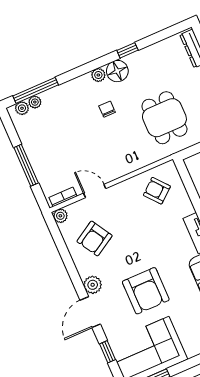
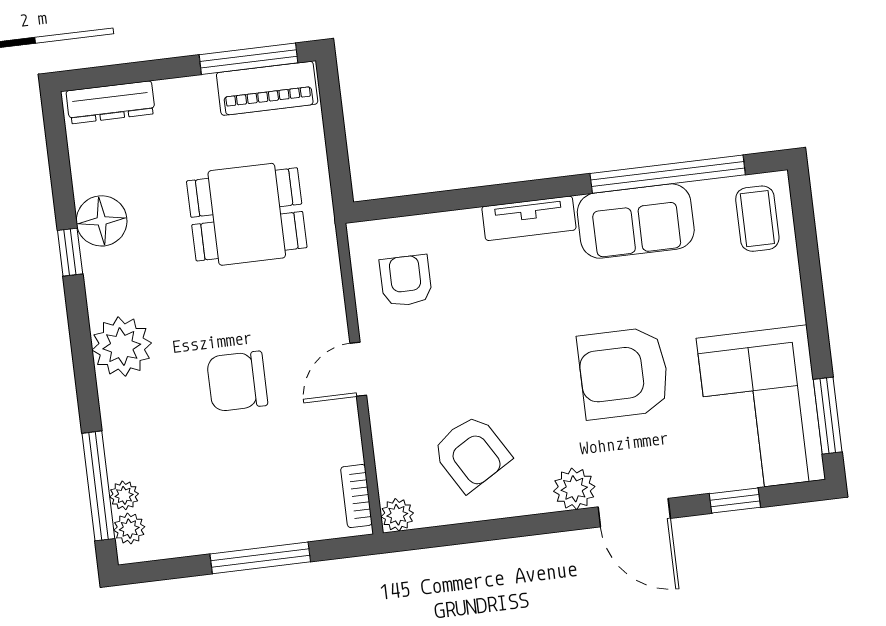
floor lamp: (117, 71) -> (102, 221), moved
plant: (98, 75) -> (122, 347), width x1.87, depth x1.87
chair: (107, 109) -> (237, 381), moved, width x1.87, depth x1.87
door: (95, 191) -> (358, 369), moved
armchair: (157, 191) -> (406, 281), turned 130
armchair: (146, 291) -> (624, 373), turned 180

